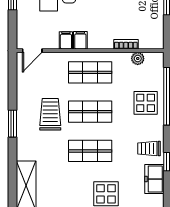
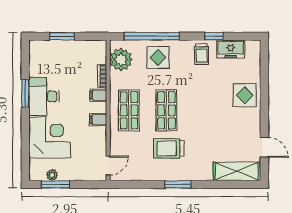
filing cabinet: (66, 40) -> (98, 95), moved
door: (32, 51) -> (108, 165), hinge flipped
plant: (138, 59) -> (121, 60), width x1.88, depth x1.88
shop shelf: (90, 151) -> (204, 110), removed

